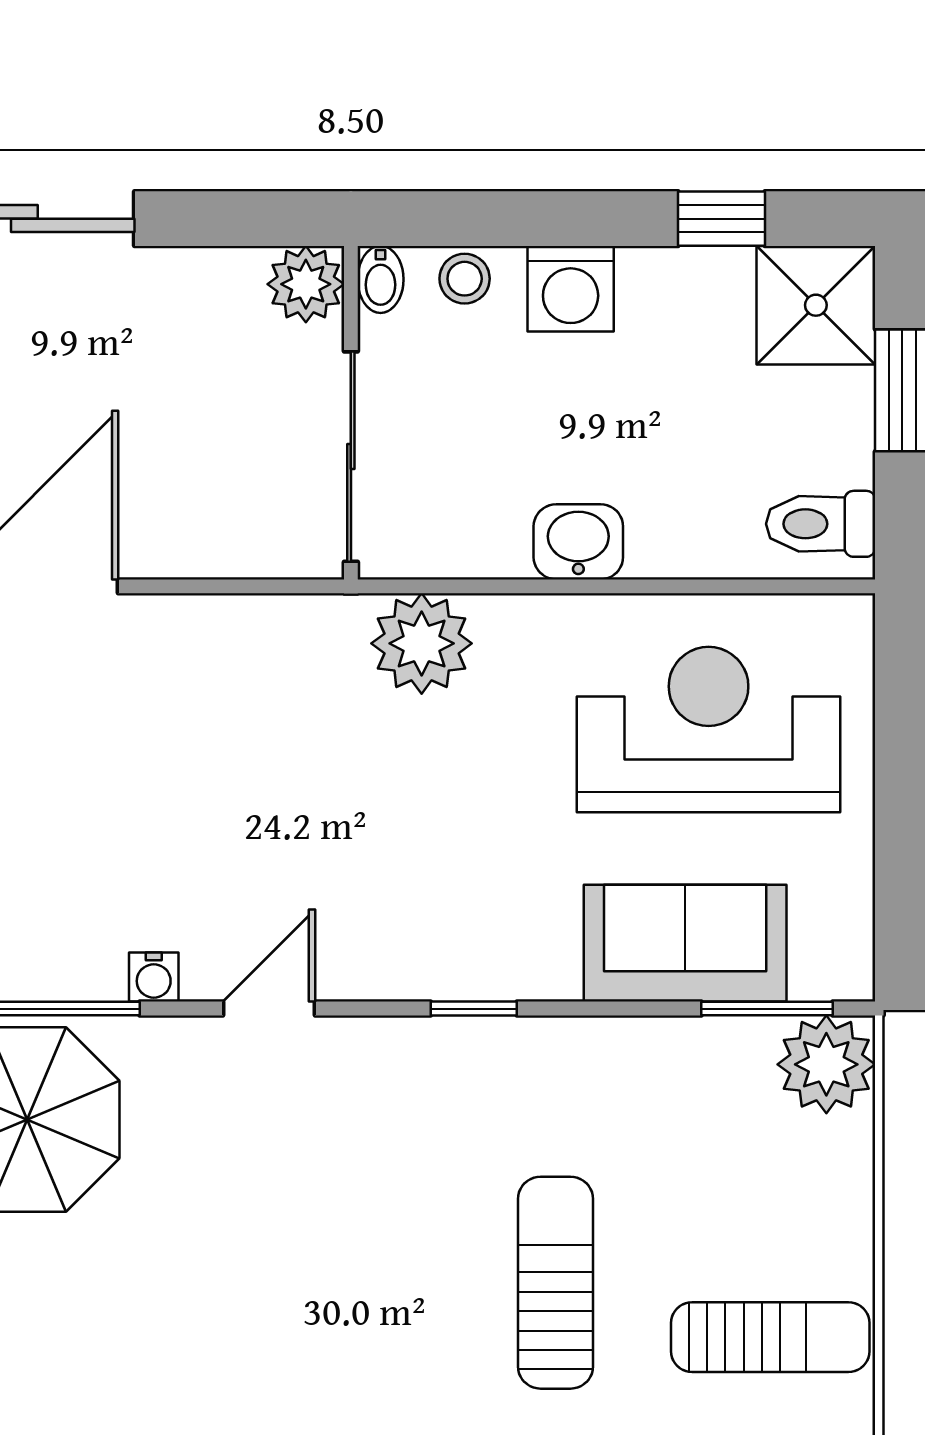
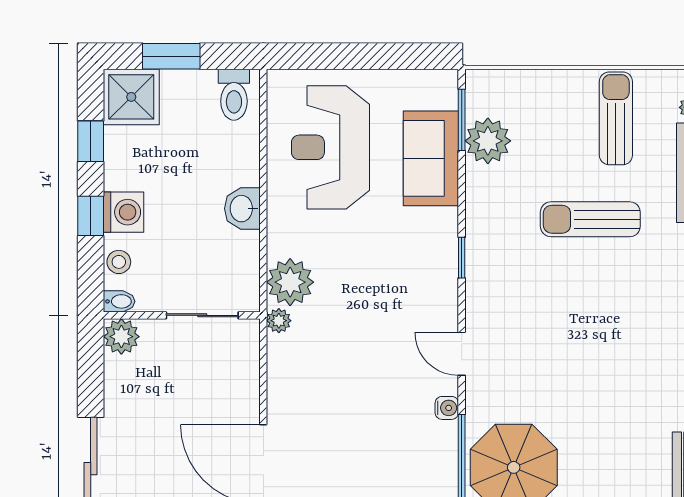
window: (563, 219) -> (91, 216), added
sliding door: (351, 457) -> (202, 315), width x0.73
plant: (340, 619) -> (279, 321), added
plant: (826, 1064) -> (488, 141), moved

